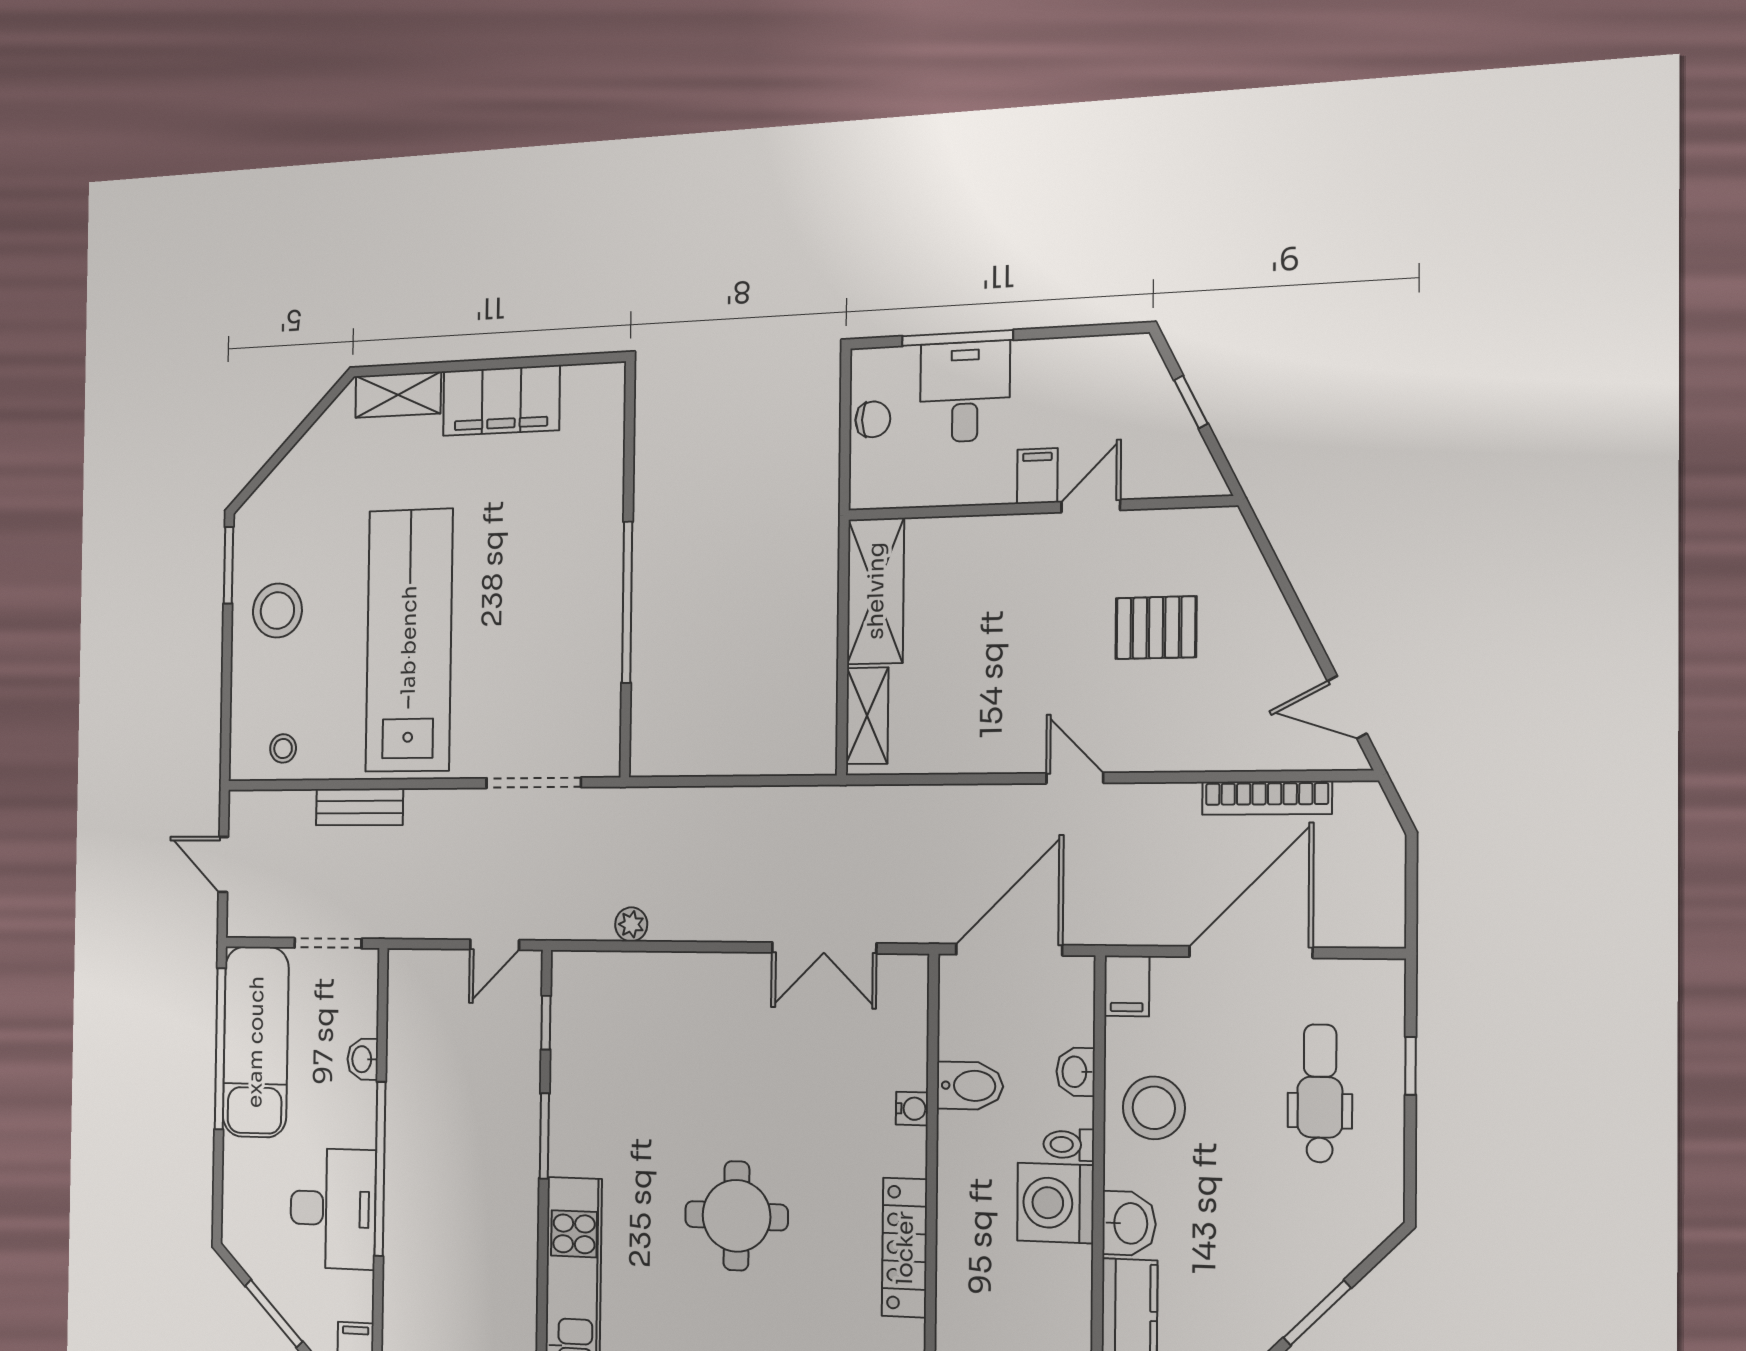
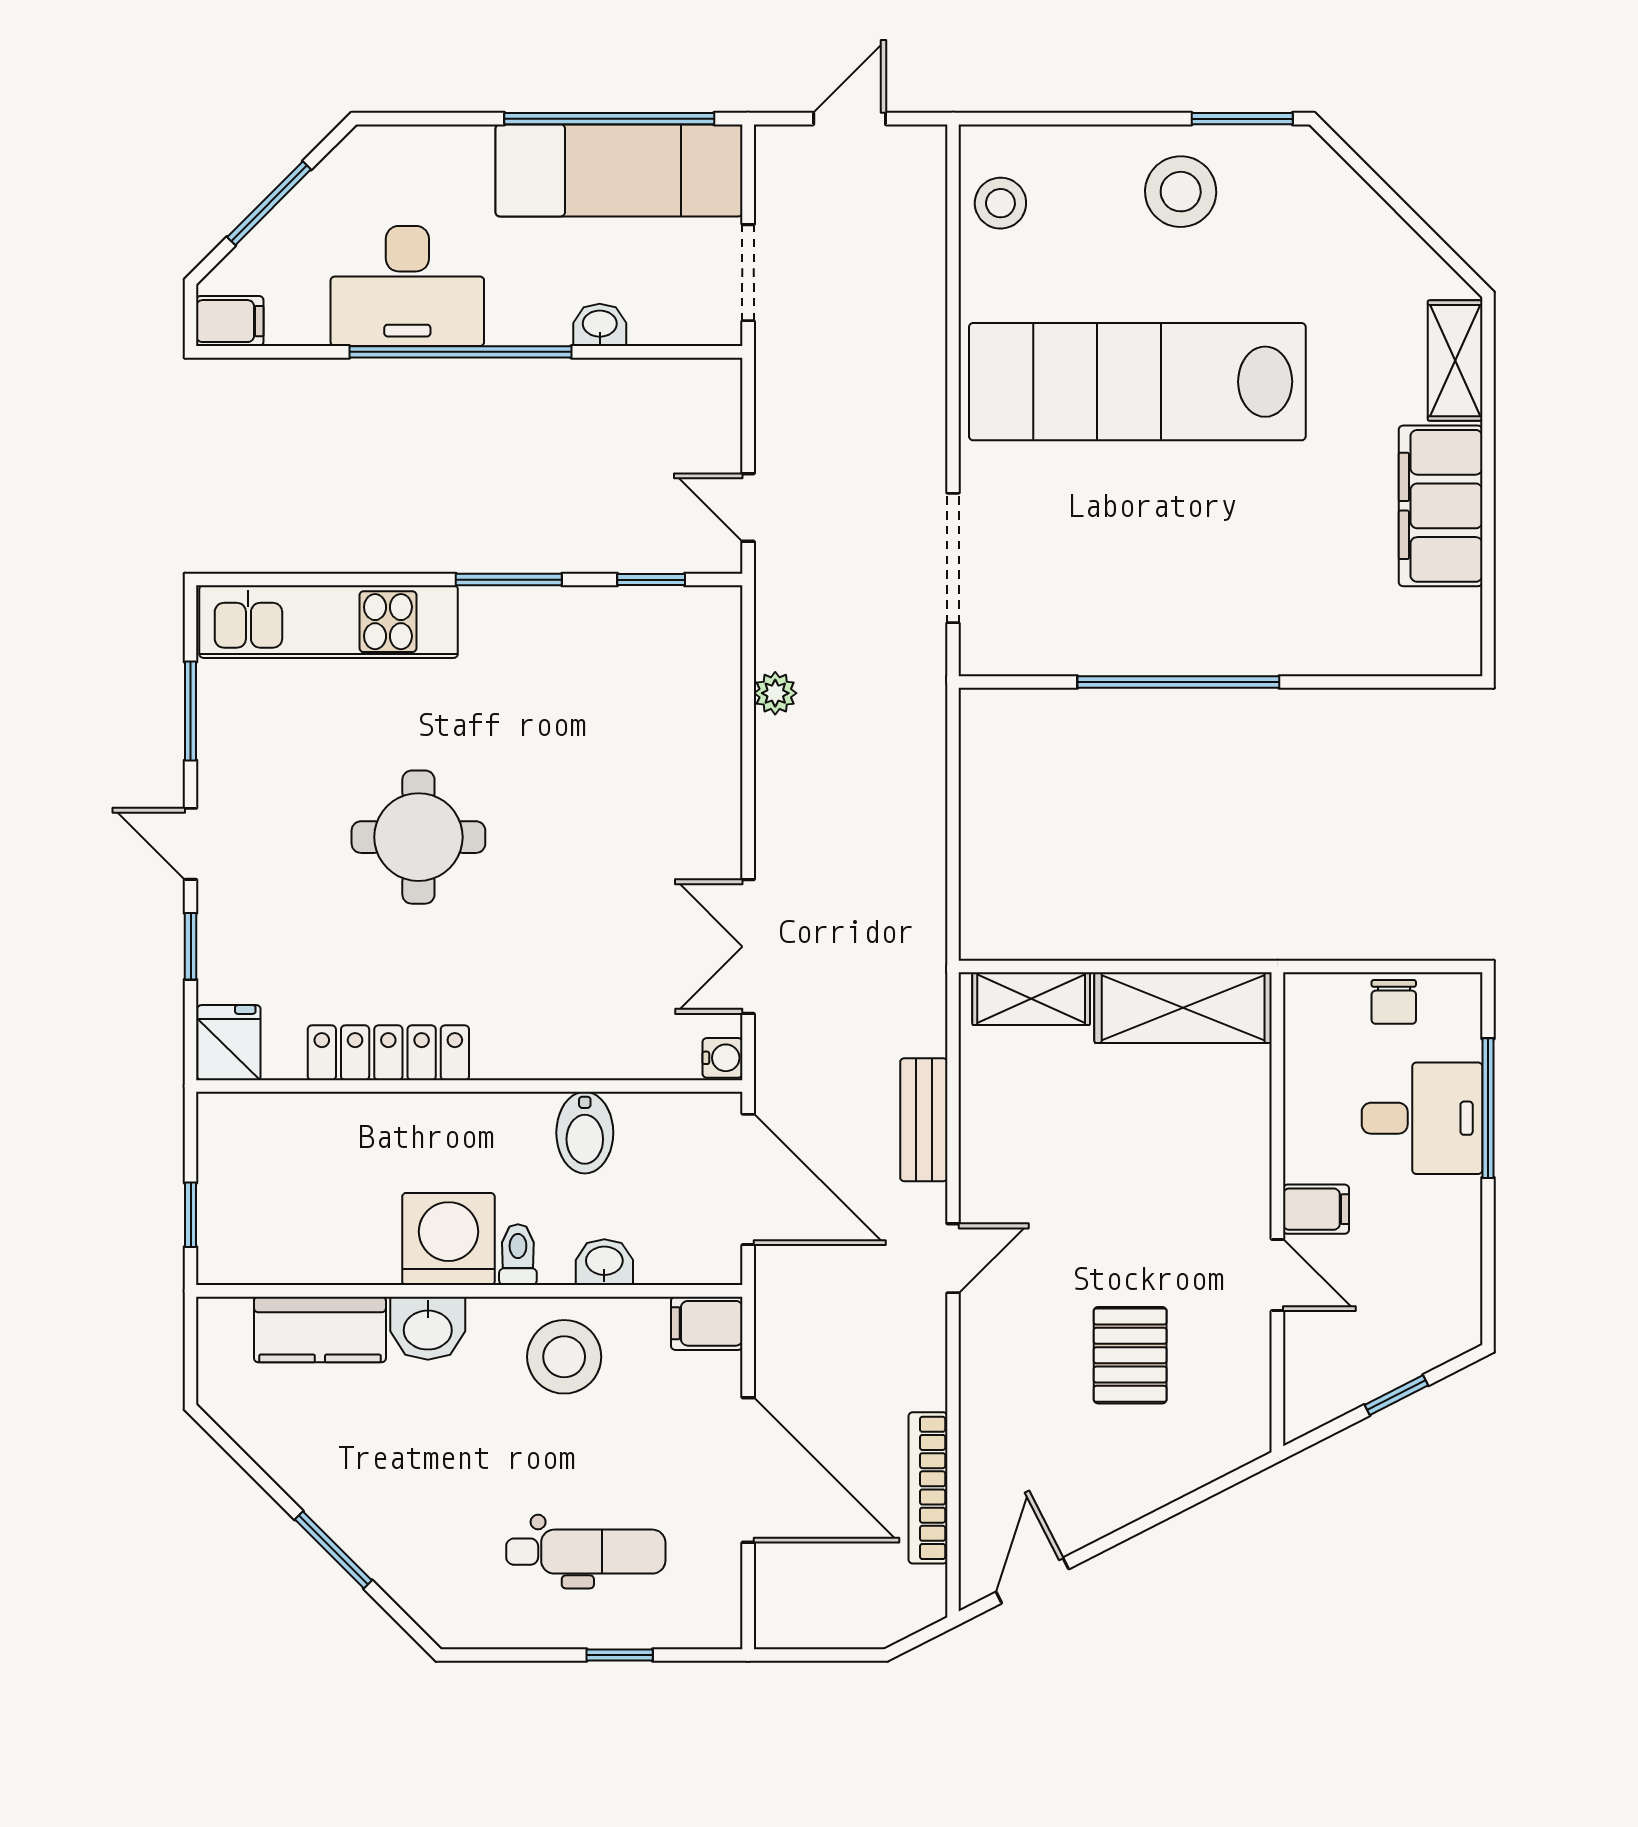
lab bench: (409, 640) -> (1137, 382), turned 180
stool: (283, 748) -> (1000, 203), width x1.37, depth x1.37
bench: (359, 807) -> (924, 1120), moved
water cooler: (912, 1109) -> (723, 1058), moved, turned -90

